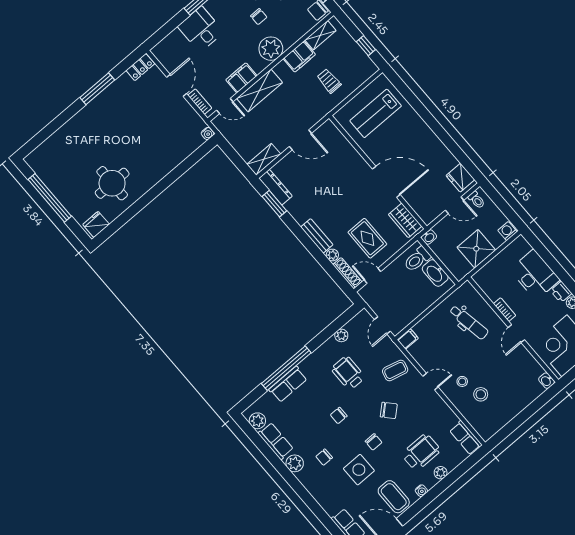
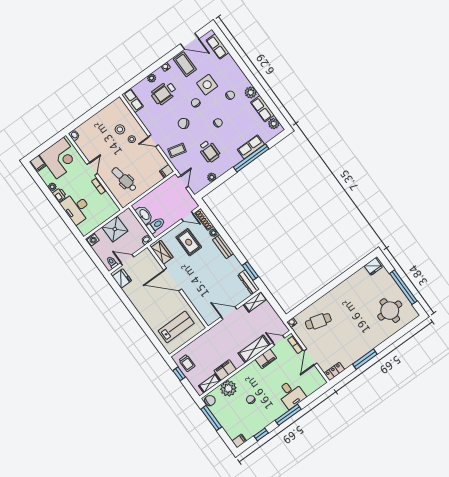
plant: (271, 49) -> (228, 388), moved
trolley: (329, 81) -> (187, 363), moved
cafe table: (169, 138) -> (318, 321), added
round table: (112, 183) -> (390, 311), moved

